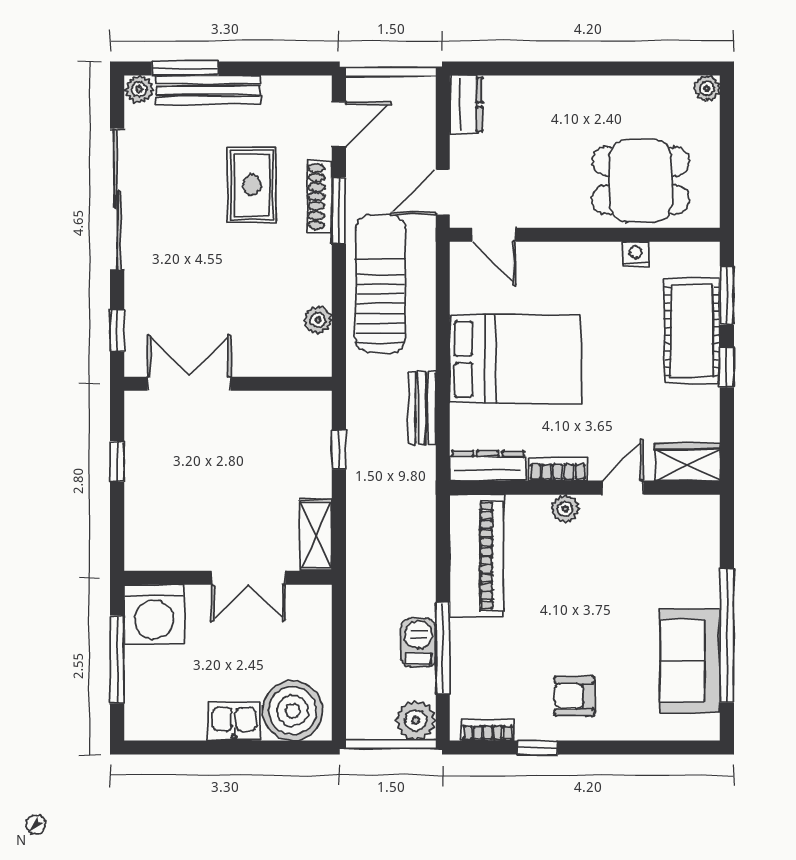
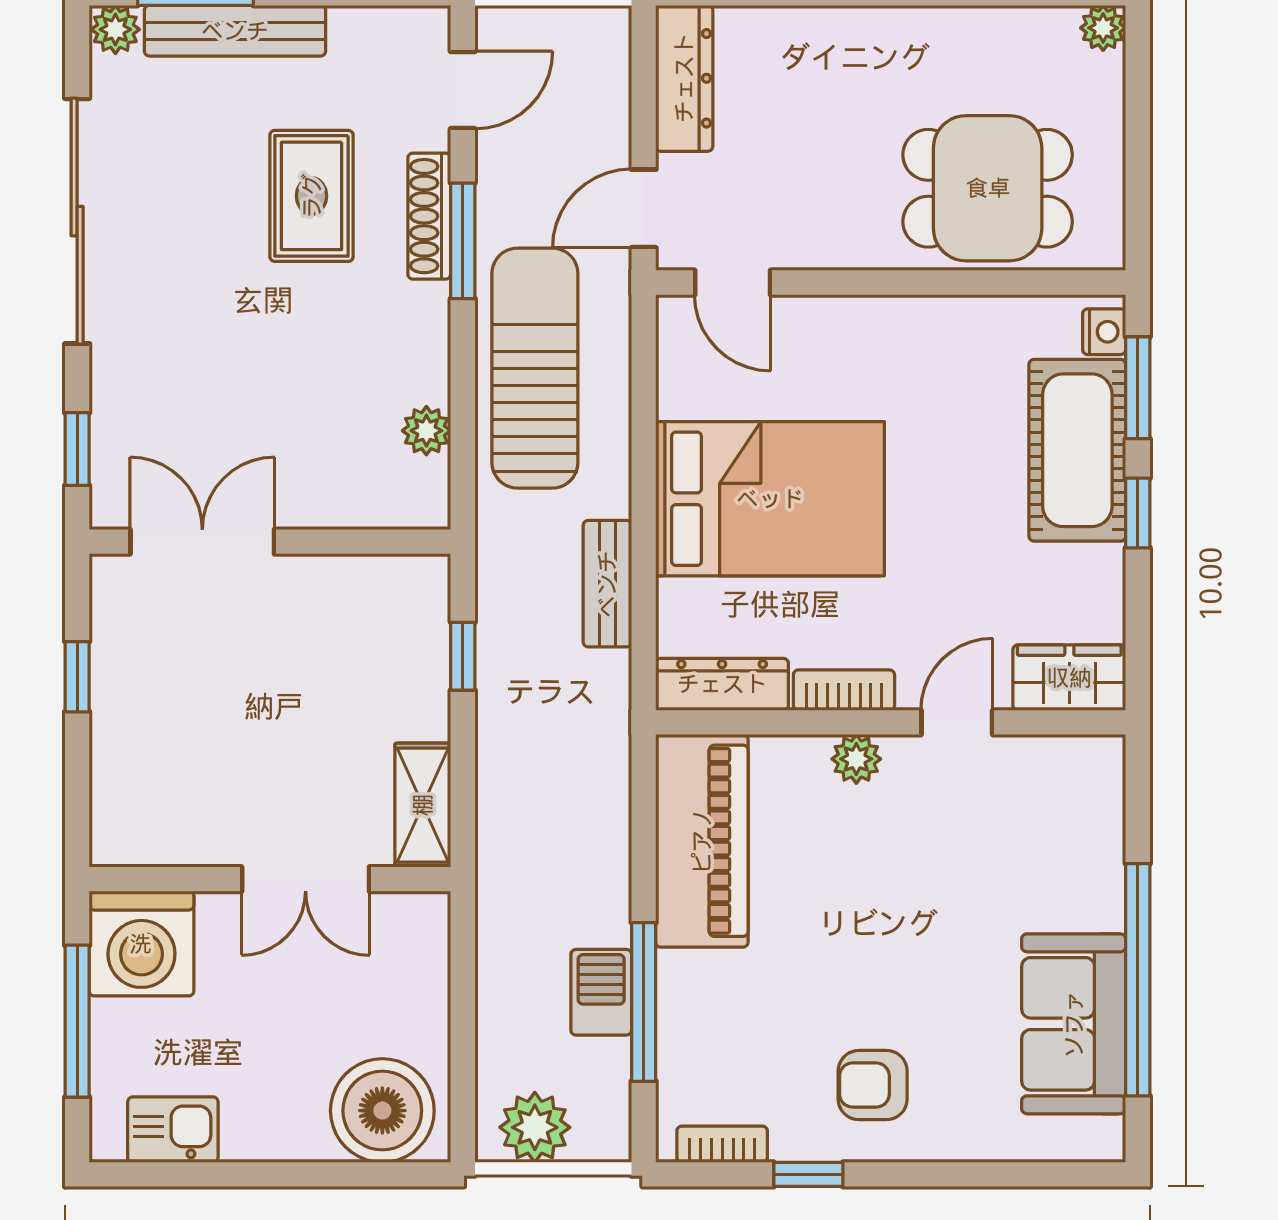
dresser: (466, 105) -> (684, 78), width x1.44
nightstand: (636, 254) -> (1104, 332), moved, turned 90
plant: (416, 720) -> (535, 1127), moved
kitchen sink: (234, 722) -> (173, 1130), moved

